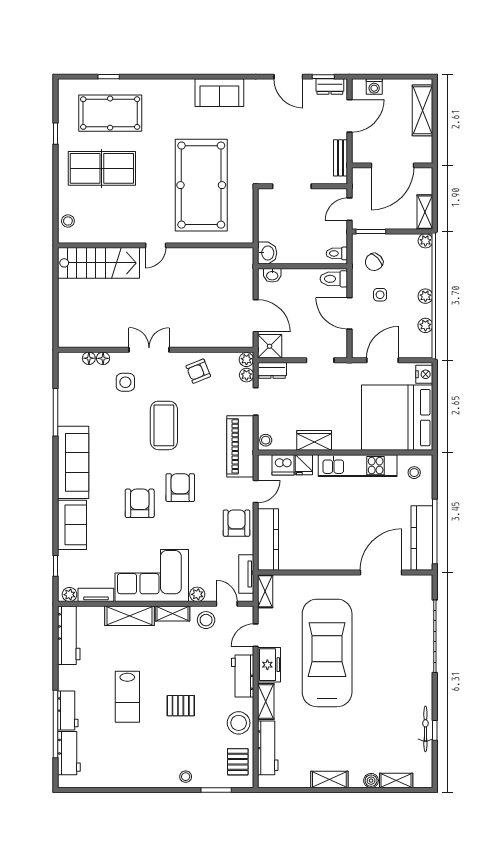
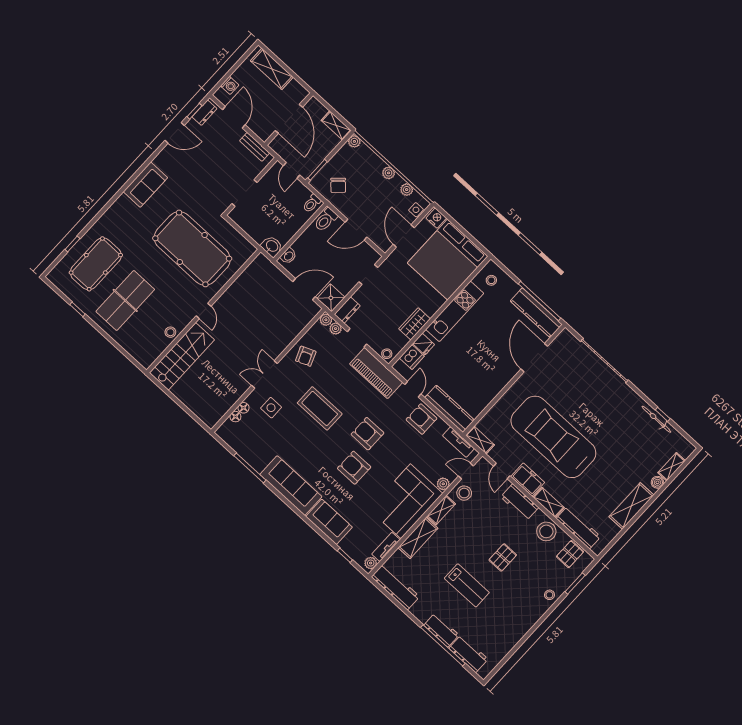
stool: (68, 221) -> (170, 332), moved
side table: (380, 295) -> (416, 210), moved
pallet: (238, 762) -> (570, 554), turned 90
shelving: (329, 780) -> (631, 506), width x1.50, depth x1.33

